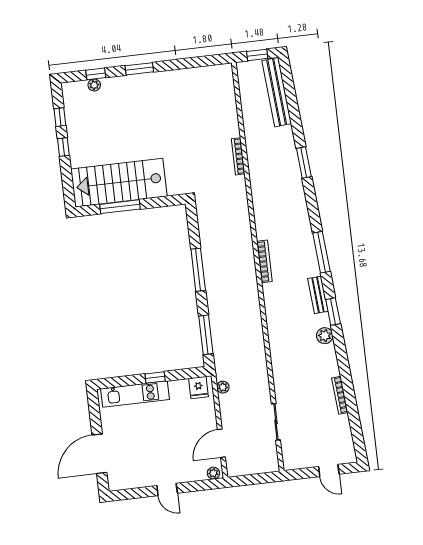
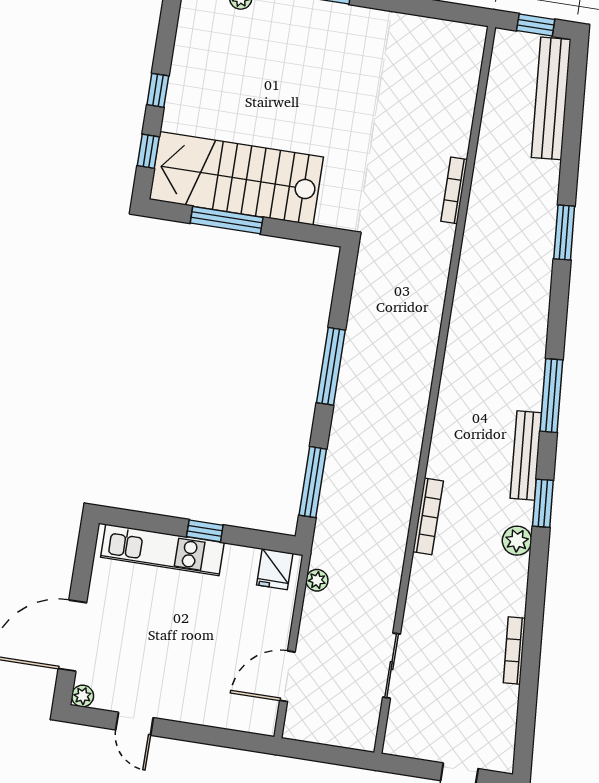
window: (60, 117) -> (148, 151), moved
bookcase: (264, 261) -> (428, 516), moved
bench: (318, 295) -> (526, 455), width x1.36
plant: (213, 473) -> (83, 696), moved
door: (167, 489) -> (134, 724), moved

